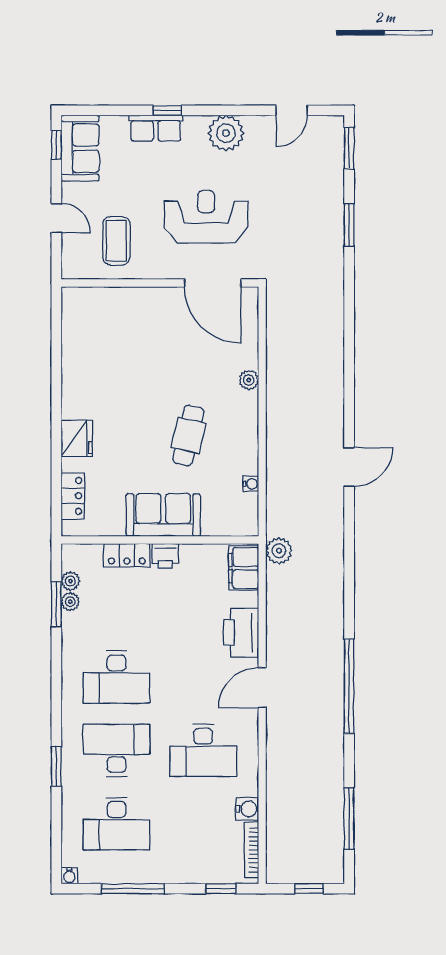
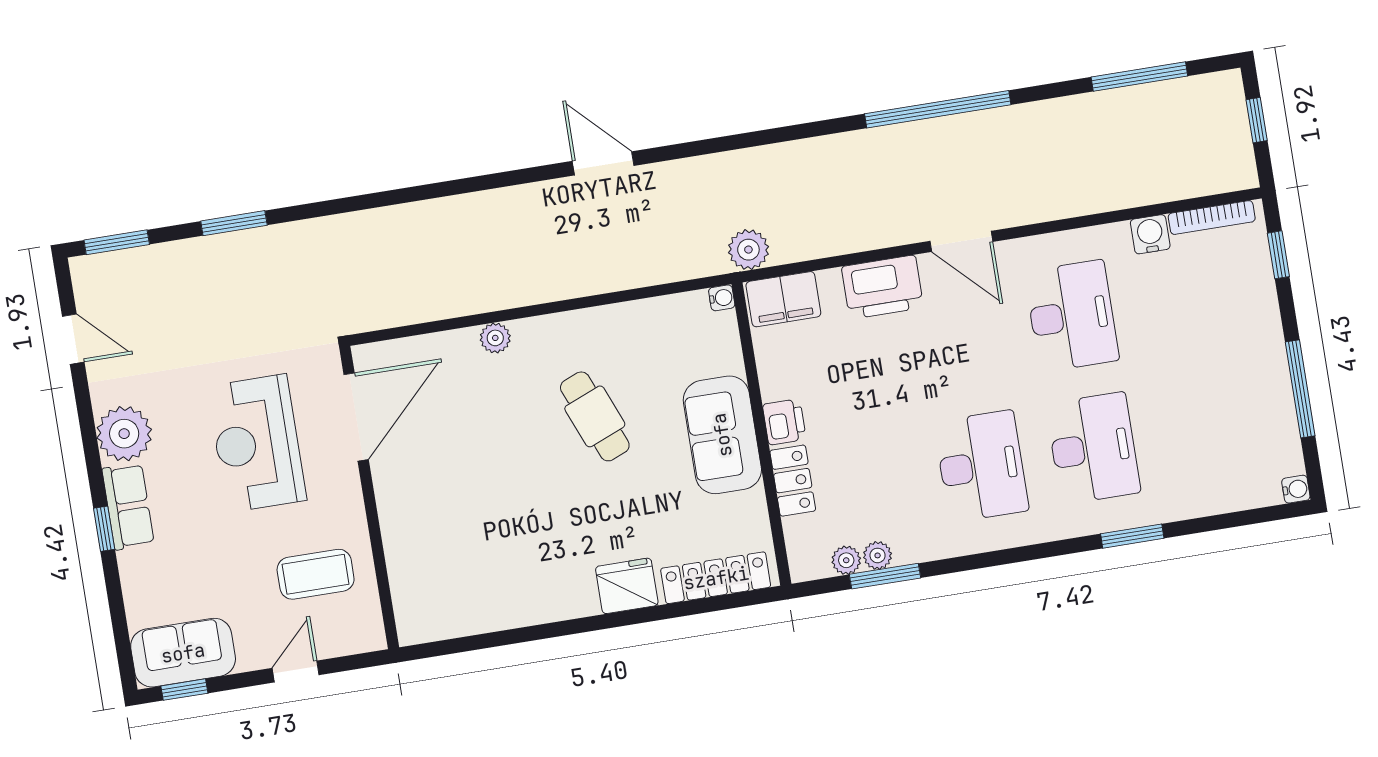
row of seats: (156, 128) -> (128, 506), moved
cafe table: (188, 435) -> (595, 416), turned 55
water cooler: (251, 484) -> (722, 298), moved, turned 90
locker: (73, 496) -> (716, 578), width x1.53
desk: (116, 750) -> (1093, 448), turned 180
desk: (116, 824) -> (1205, 430), removed

